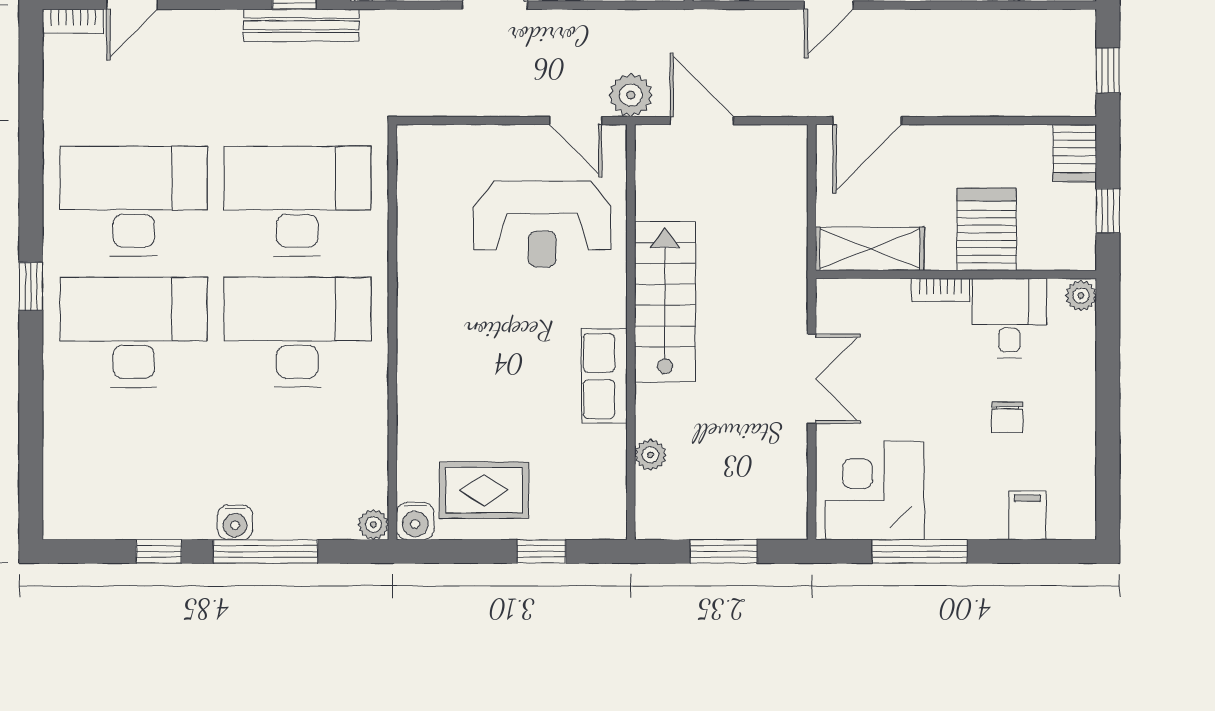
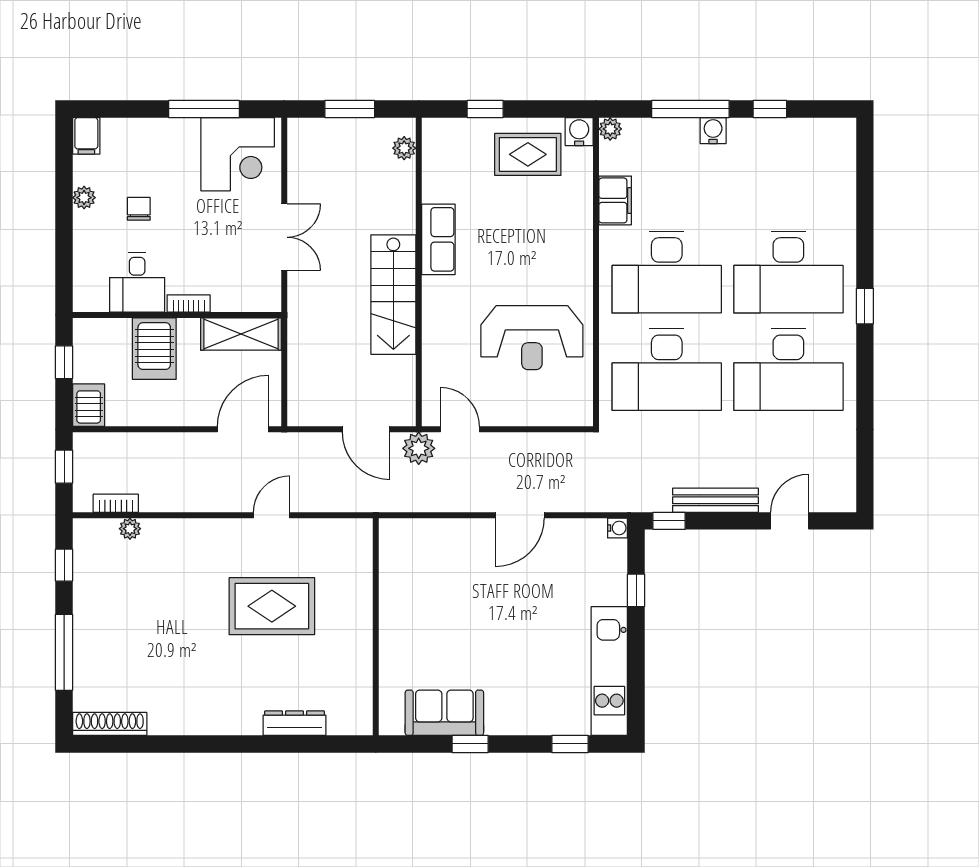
bookcase: (73, 21) -> (116, 503), moved
bench: (301, 25) -> (716, 500), moved
reception desk: (542, 224) -> (532, 338), moved, turned 180
plant: (1081, 296) -> (84, 198), moved
double door: (812, 379) -> (284, 237), swing flipped
filing cabinet: (367, 428) -> (615, 200), added
plant: (650, 455) -> (404, 148), moved
filing cabinet: (1027, 515) -> (86, 136), moved

